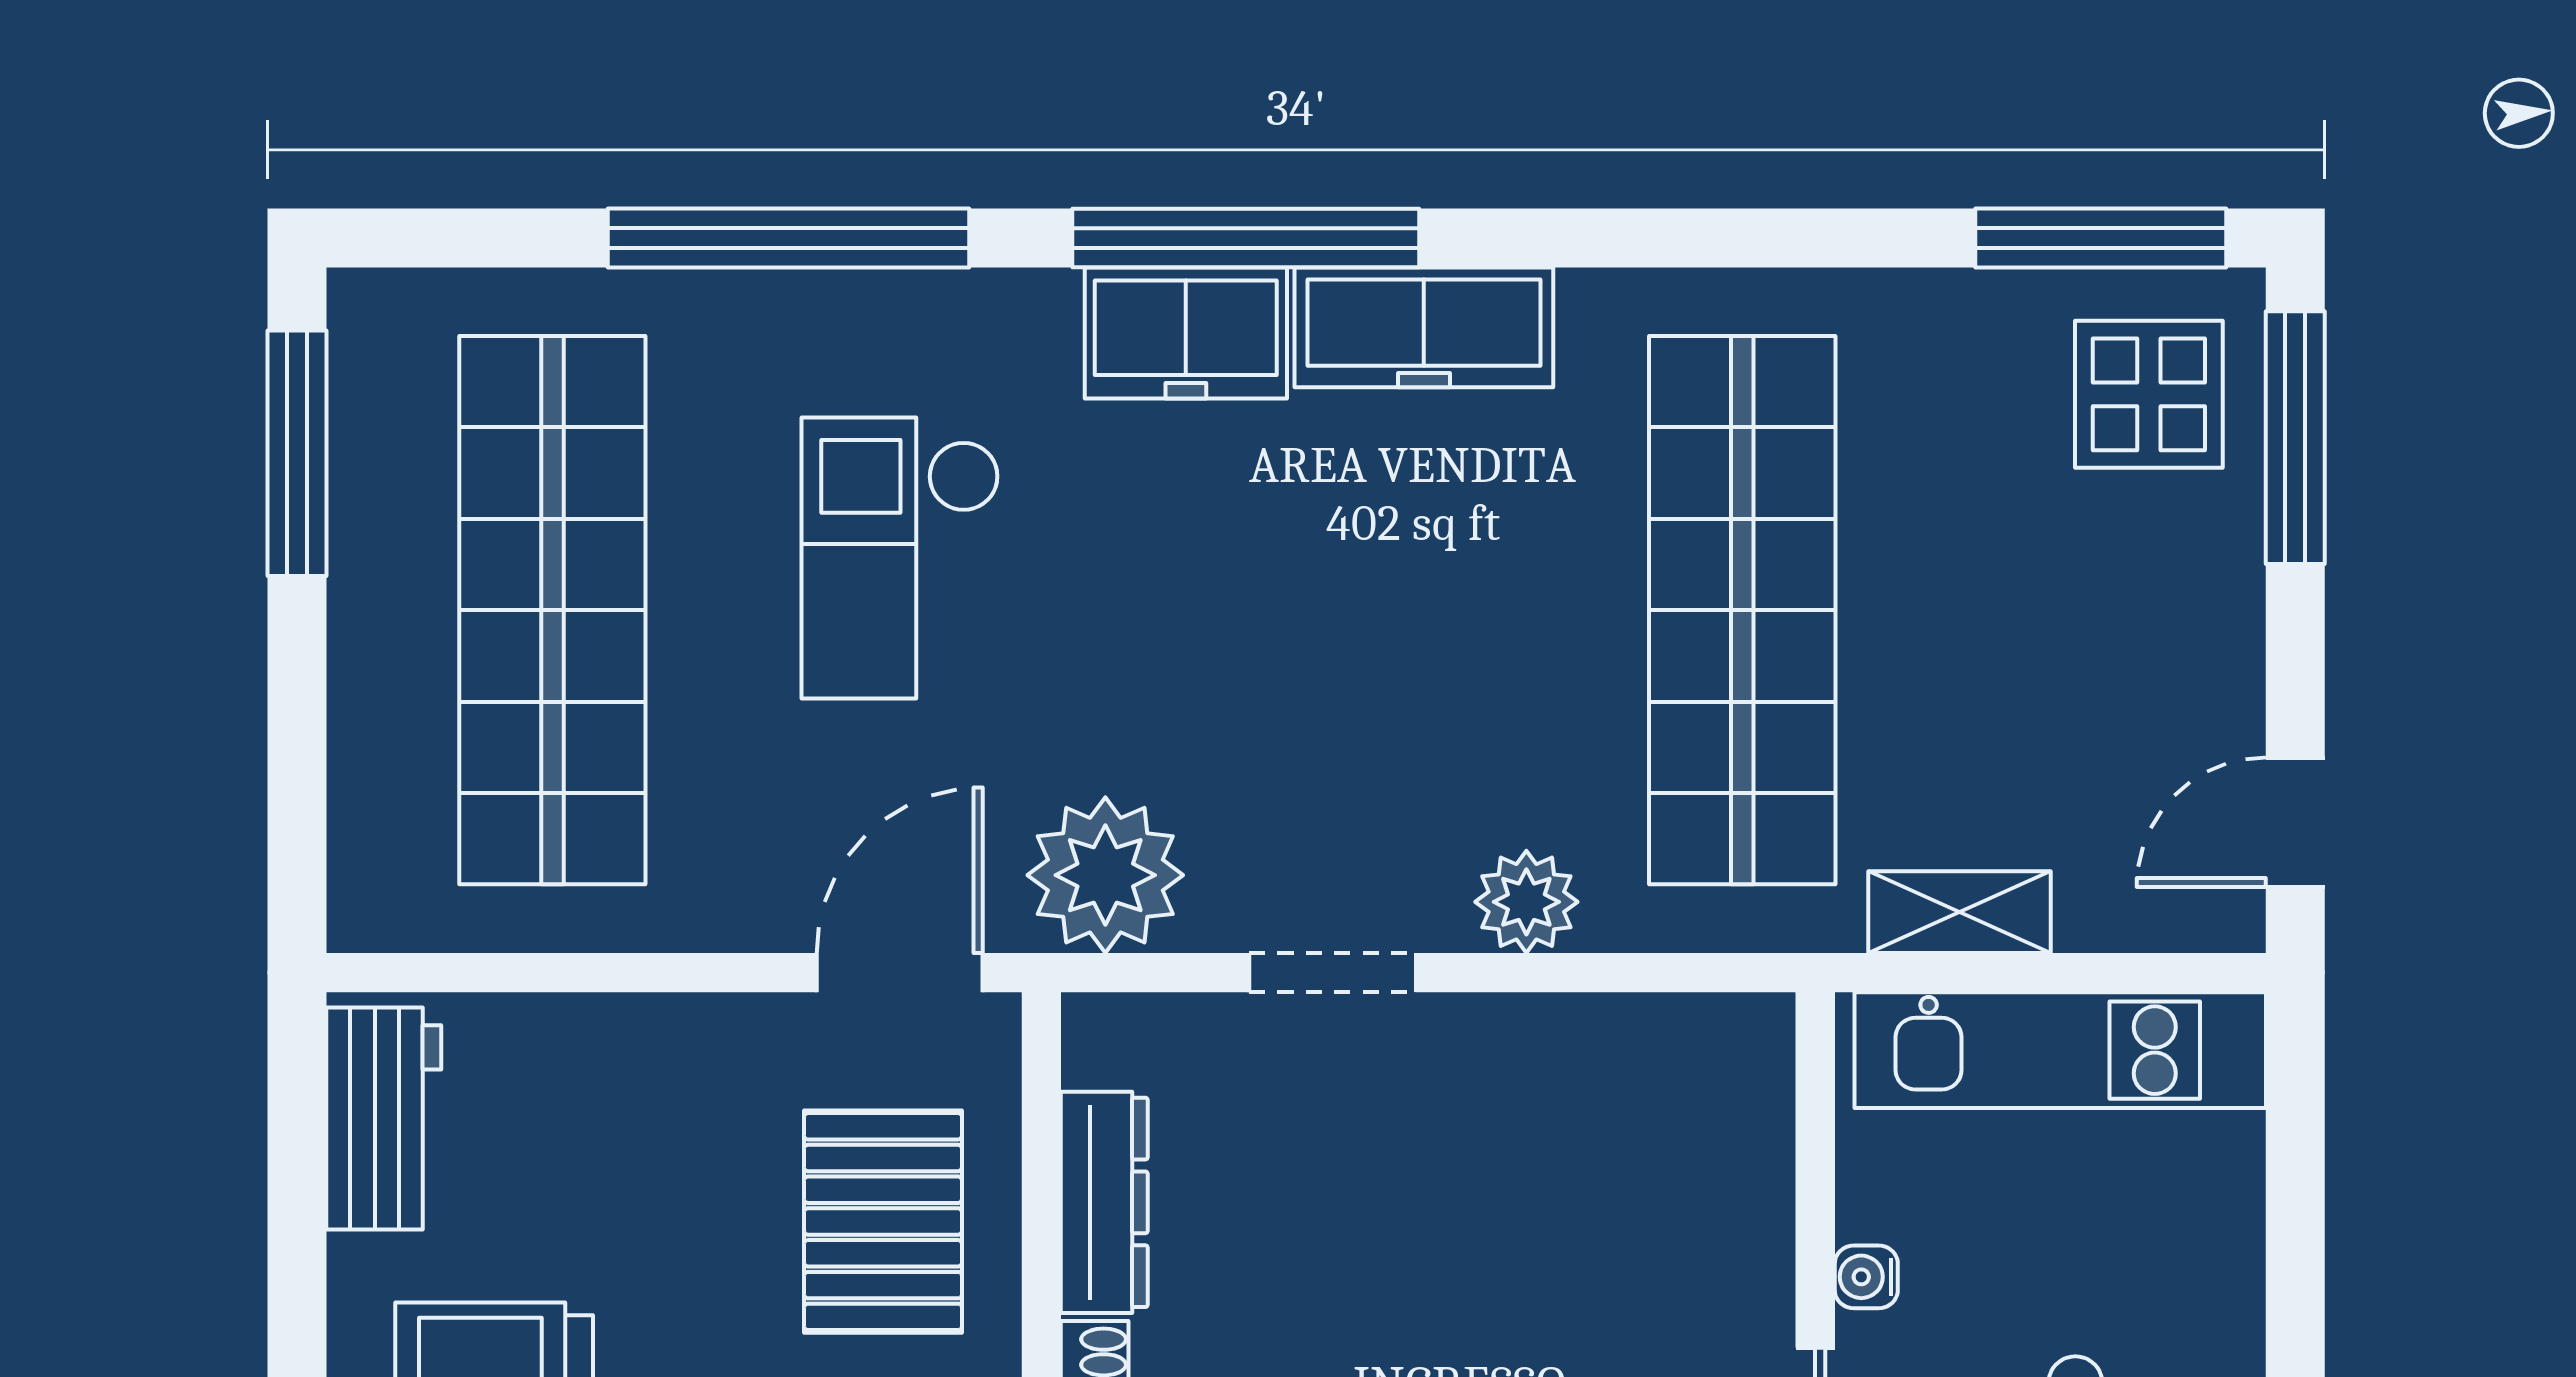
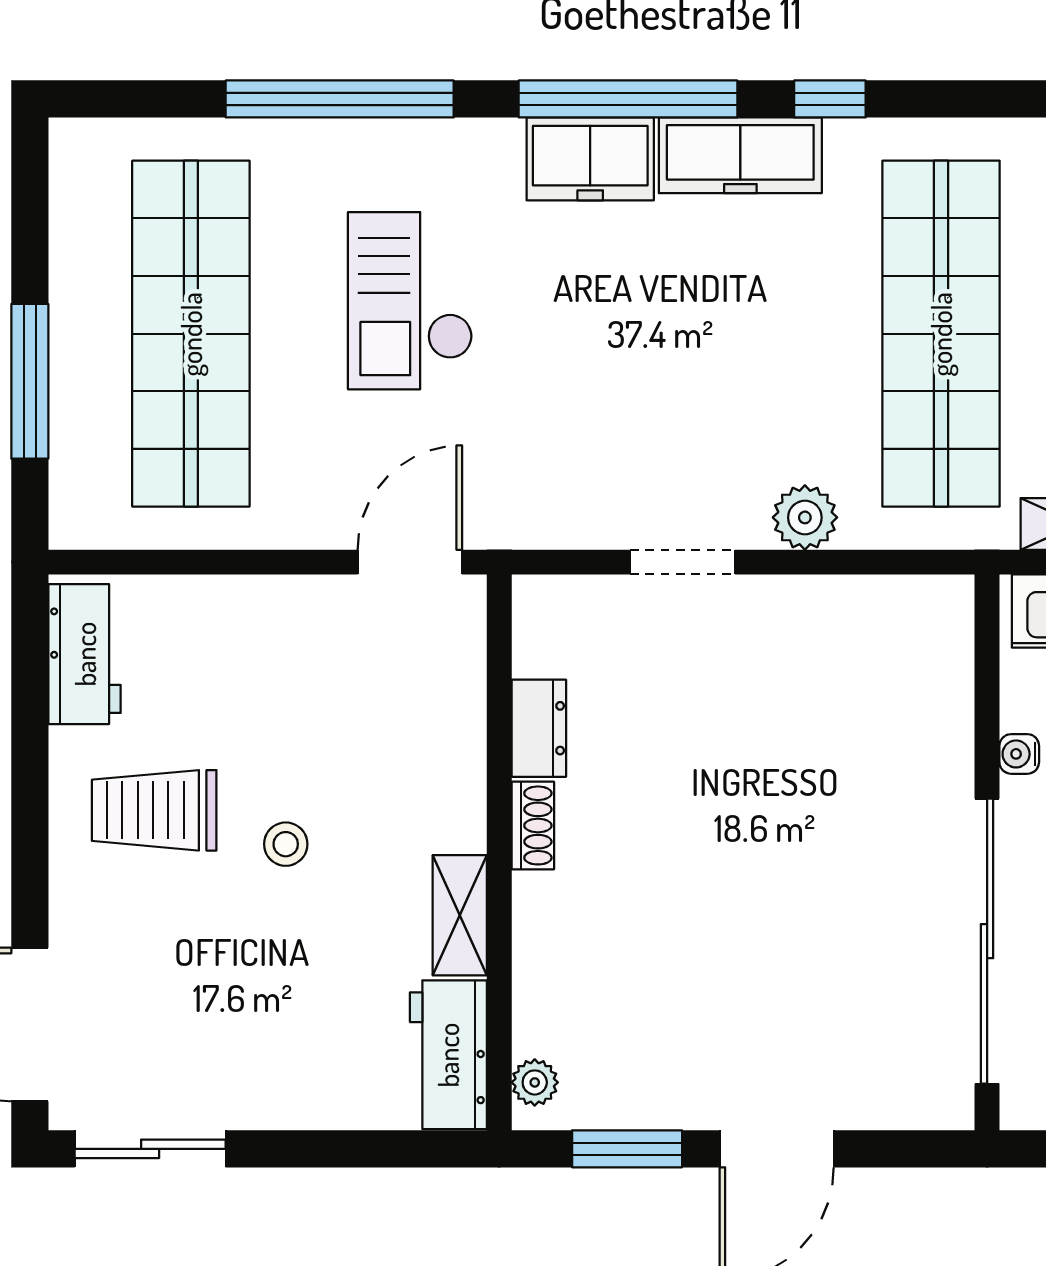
window: (1566, 238) -> (830, 99), added
window: (297, 453) -> (30, 381), moved
plant: (1105, 875) -> (539, 501), removed
dresser: (1104, 1202) -> (539, 728), width x0.70
pallet: (883, 1222) -> (399, 719), removed

